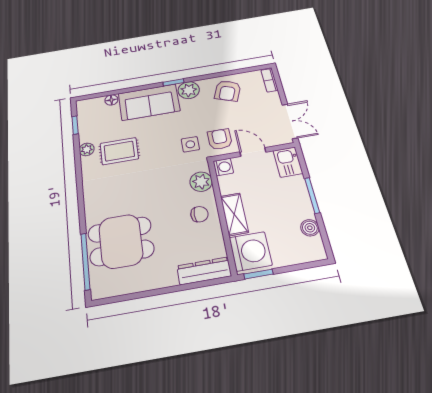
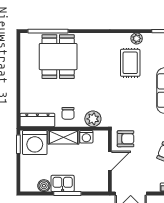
side table: (190, 144) -> (125, 116), removed
kitchen sink: (288, 162) -> (63, 183), moved
washing machine: (223, 167) -> (86, 137), moved
dresser: (204, 271) -> (37, 120), moved, turned -90

